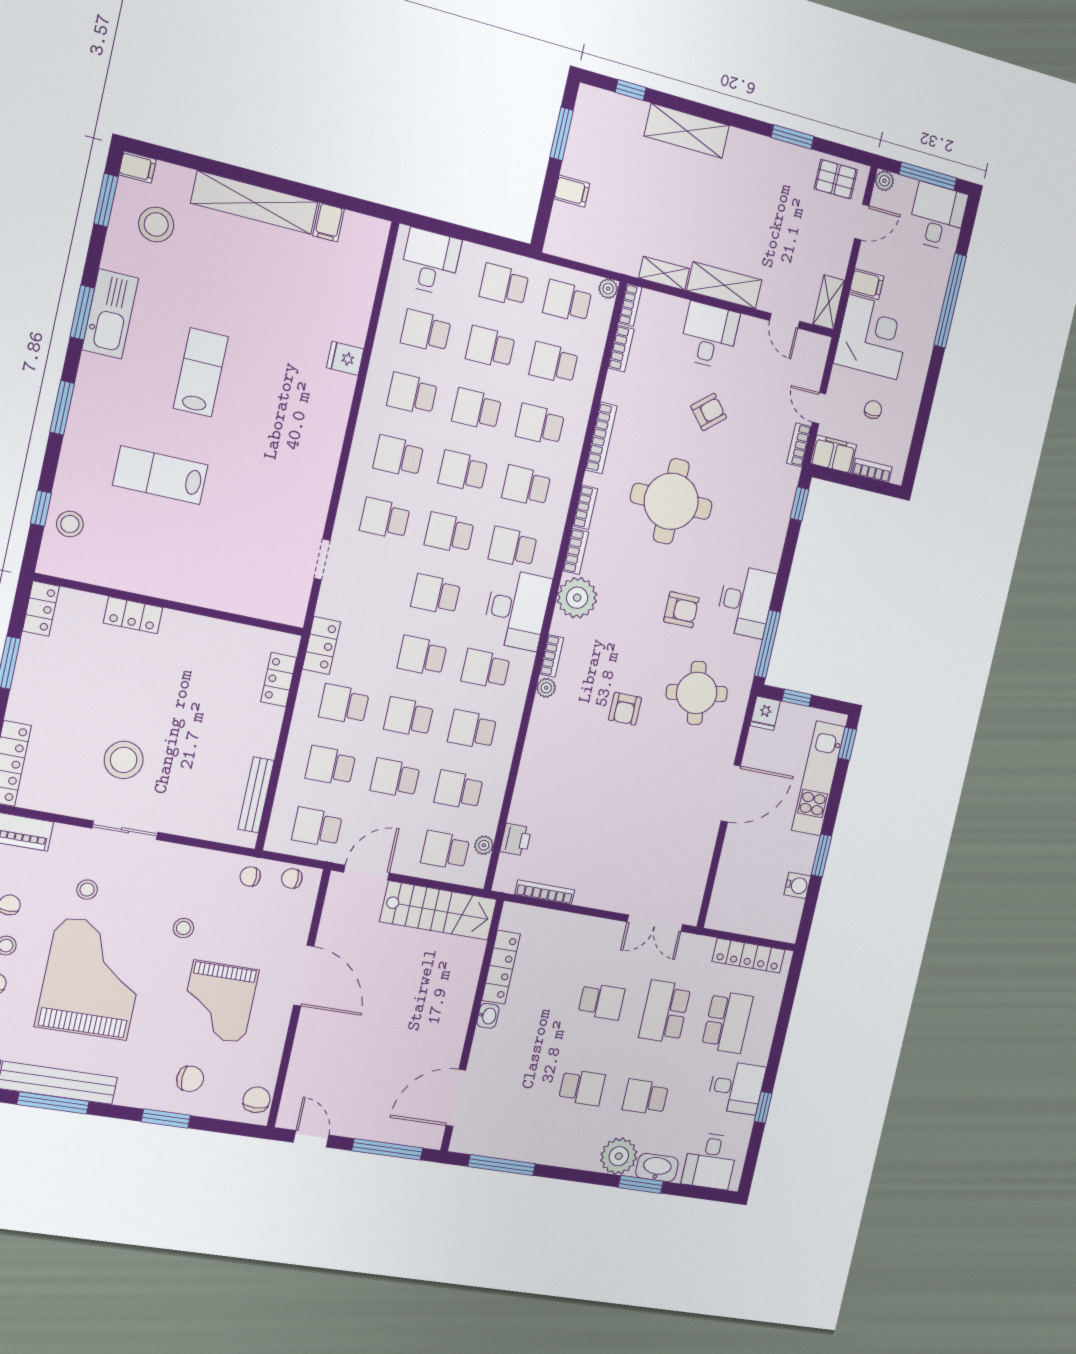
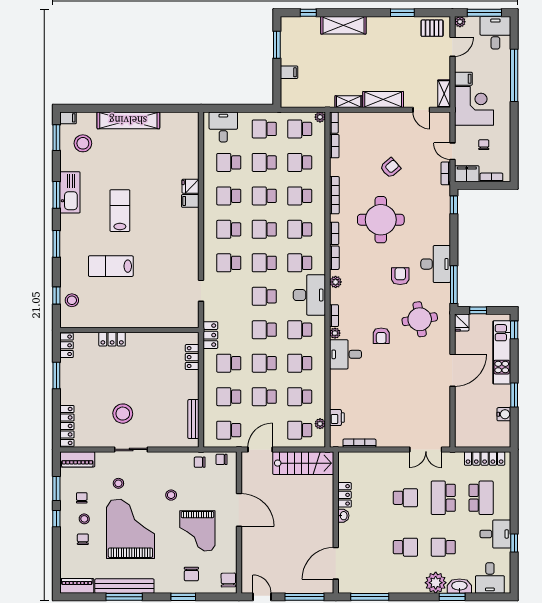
filing cabinet: (329, 222) -> (190, 201), moved, turned 90
desk: (709, 335) -> (345, 354), moved, turned -90
plant: (577, 598) -> (336, 282), width x0.53, depth x0.53
armchair: (681, 610) -> (400, 276), turned -90
locker: (501, 967) -> (345, 495), width x0.66
chair: (190, 1079) -> (191, 574), turned 90

